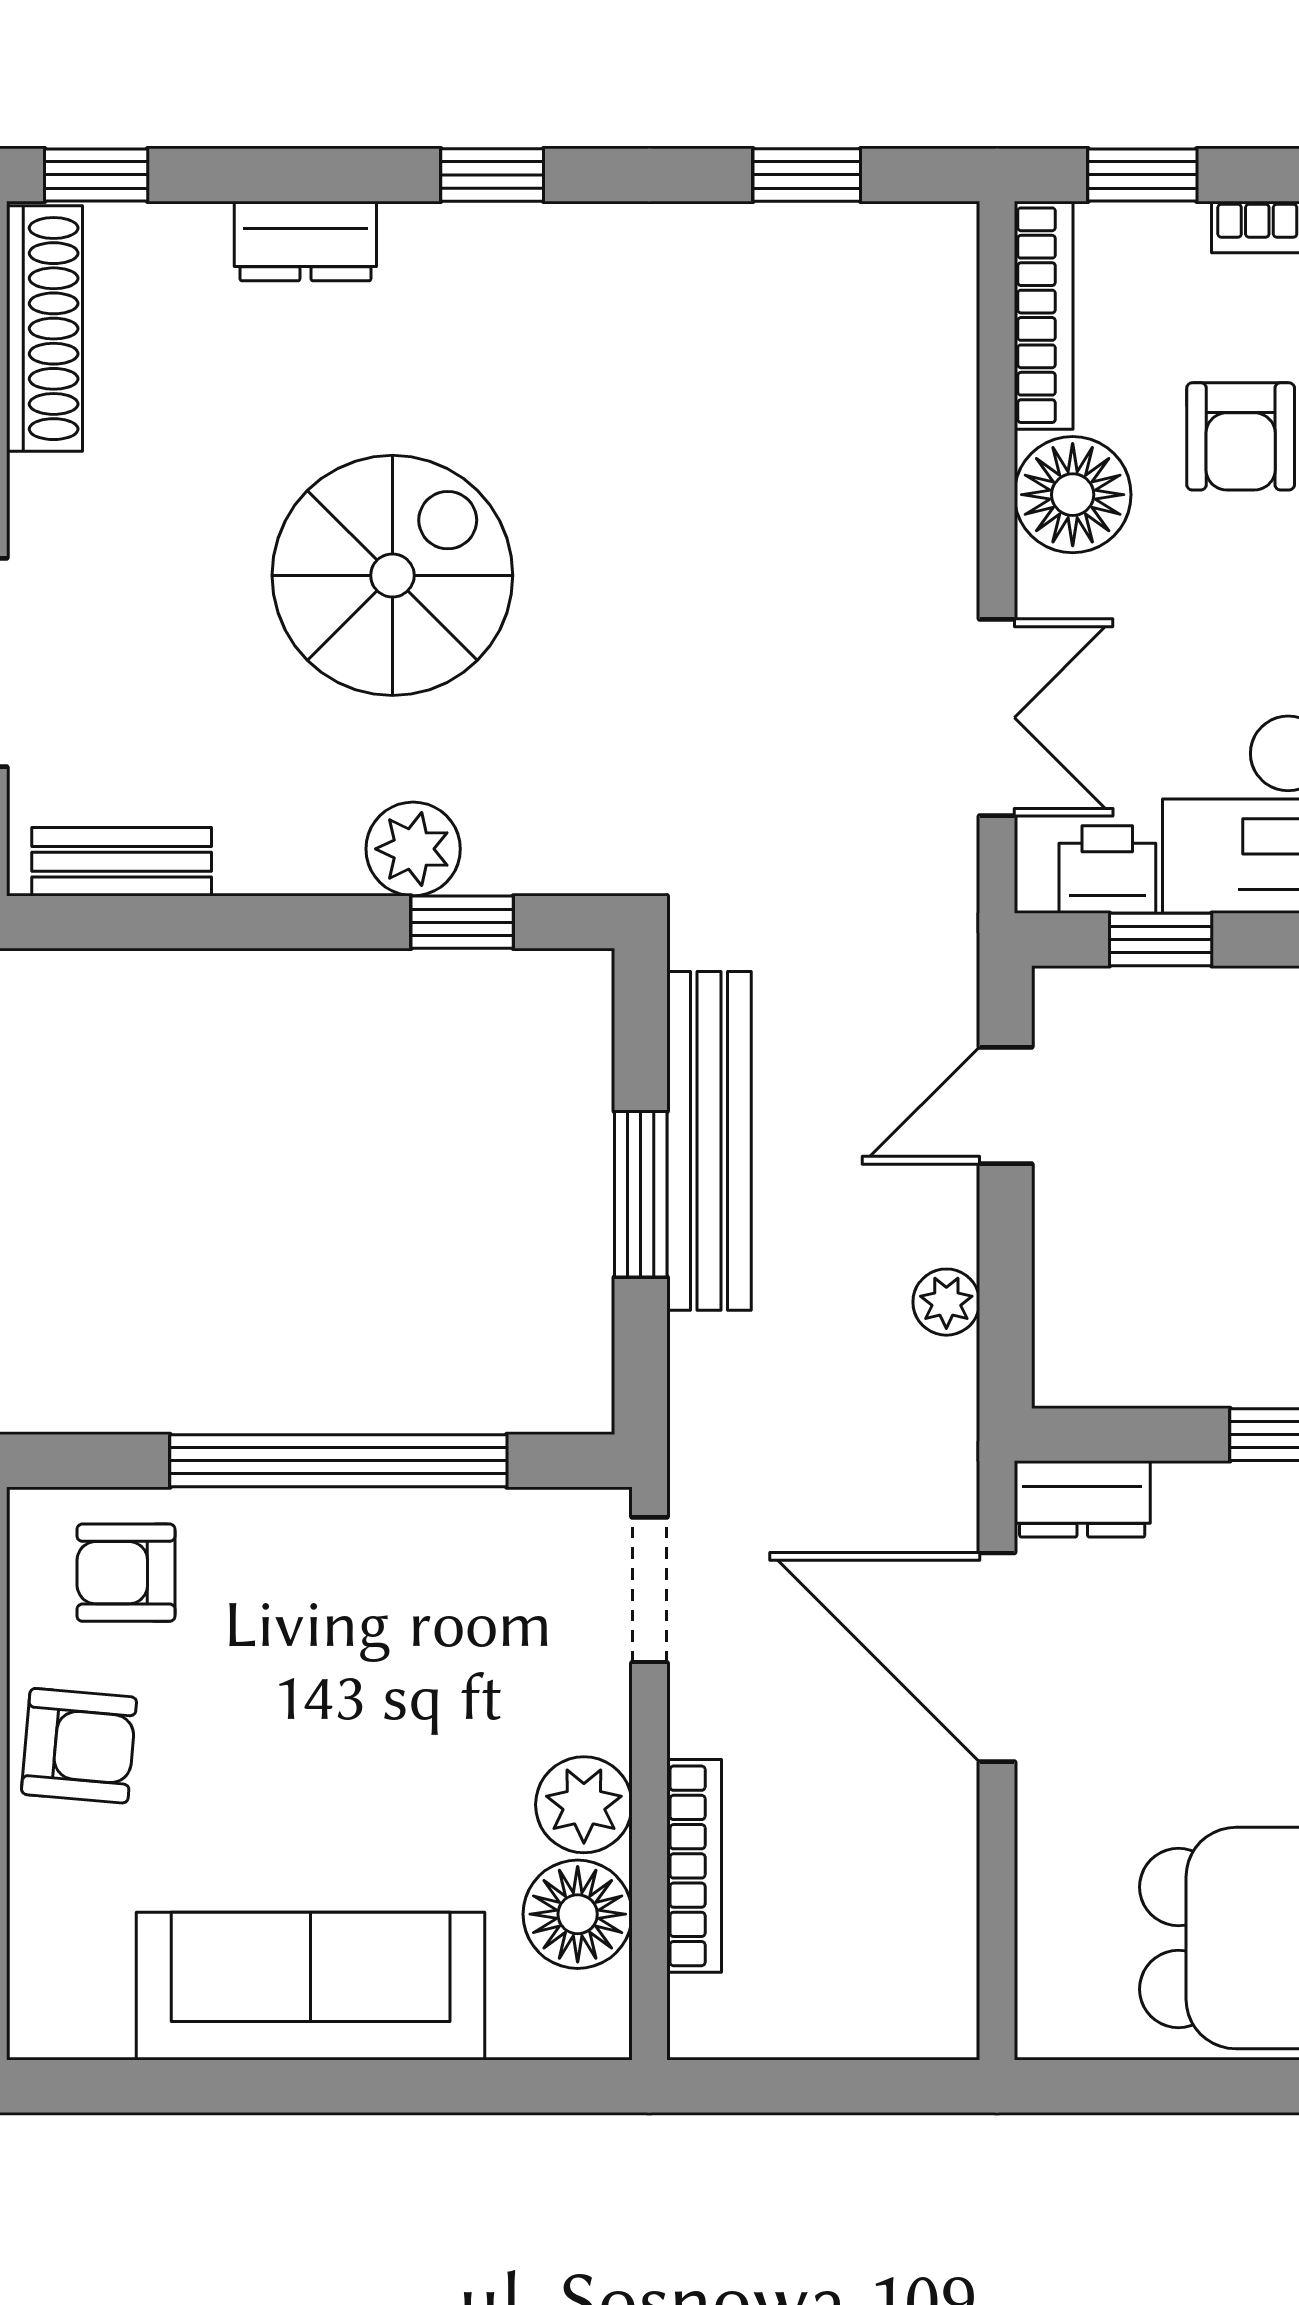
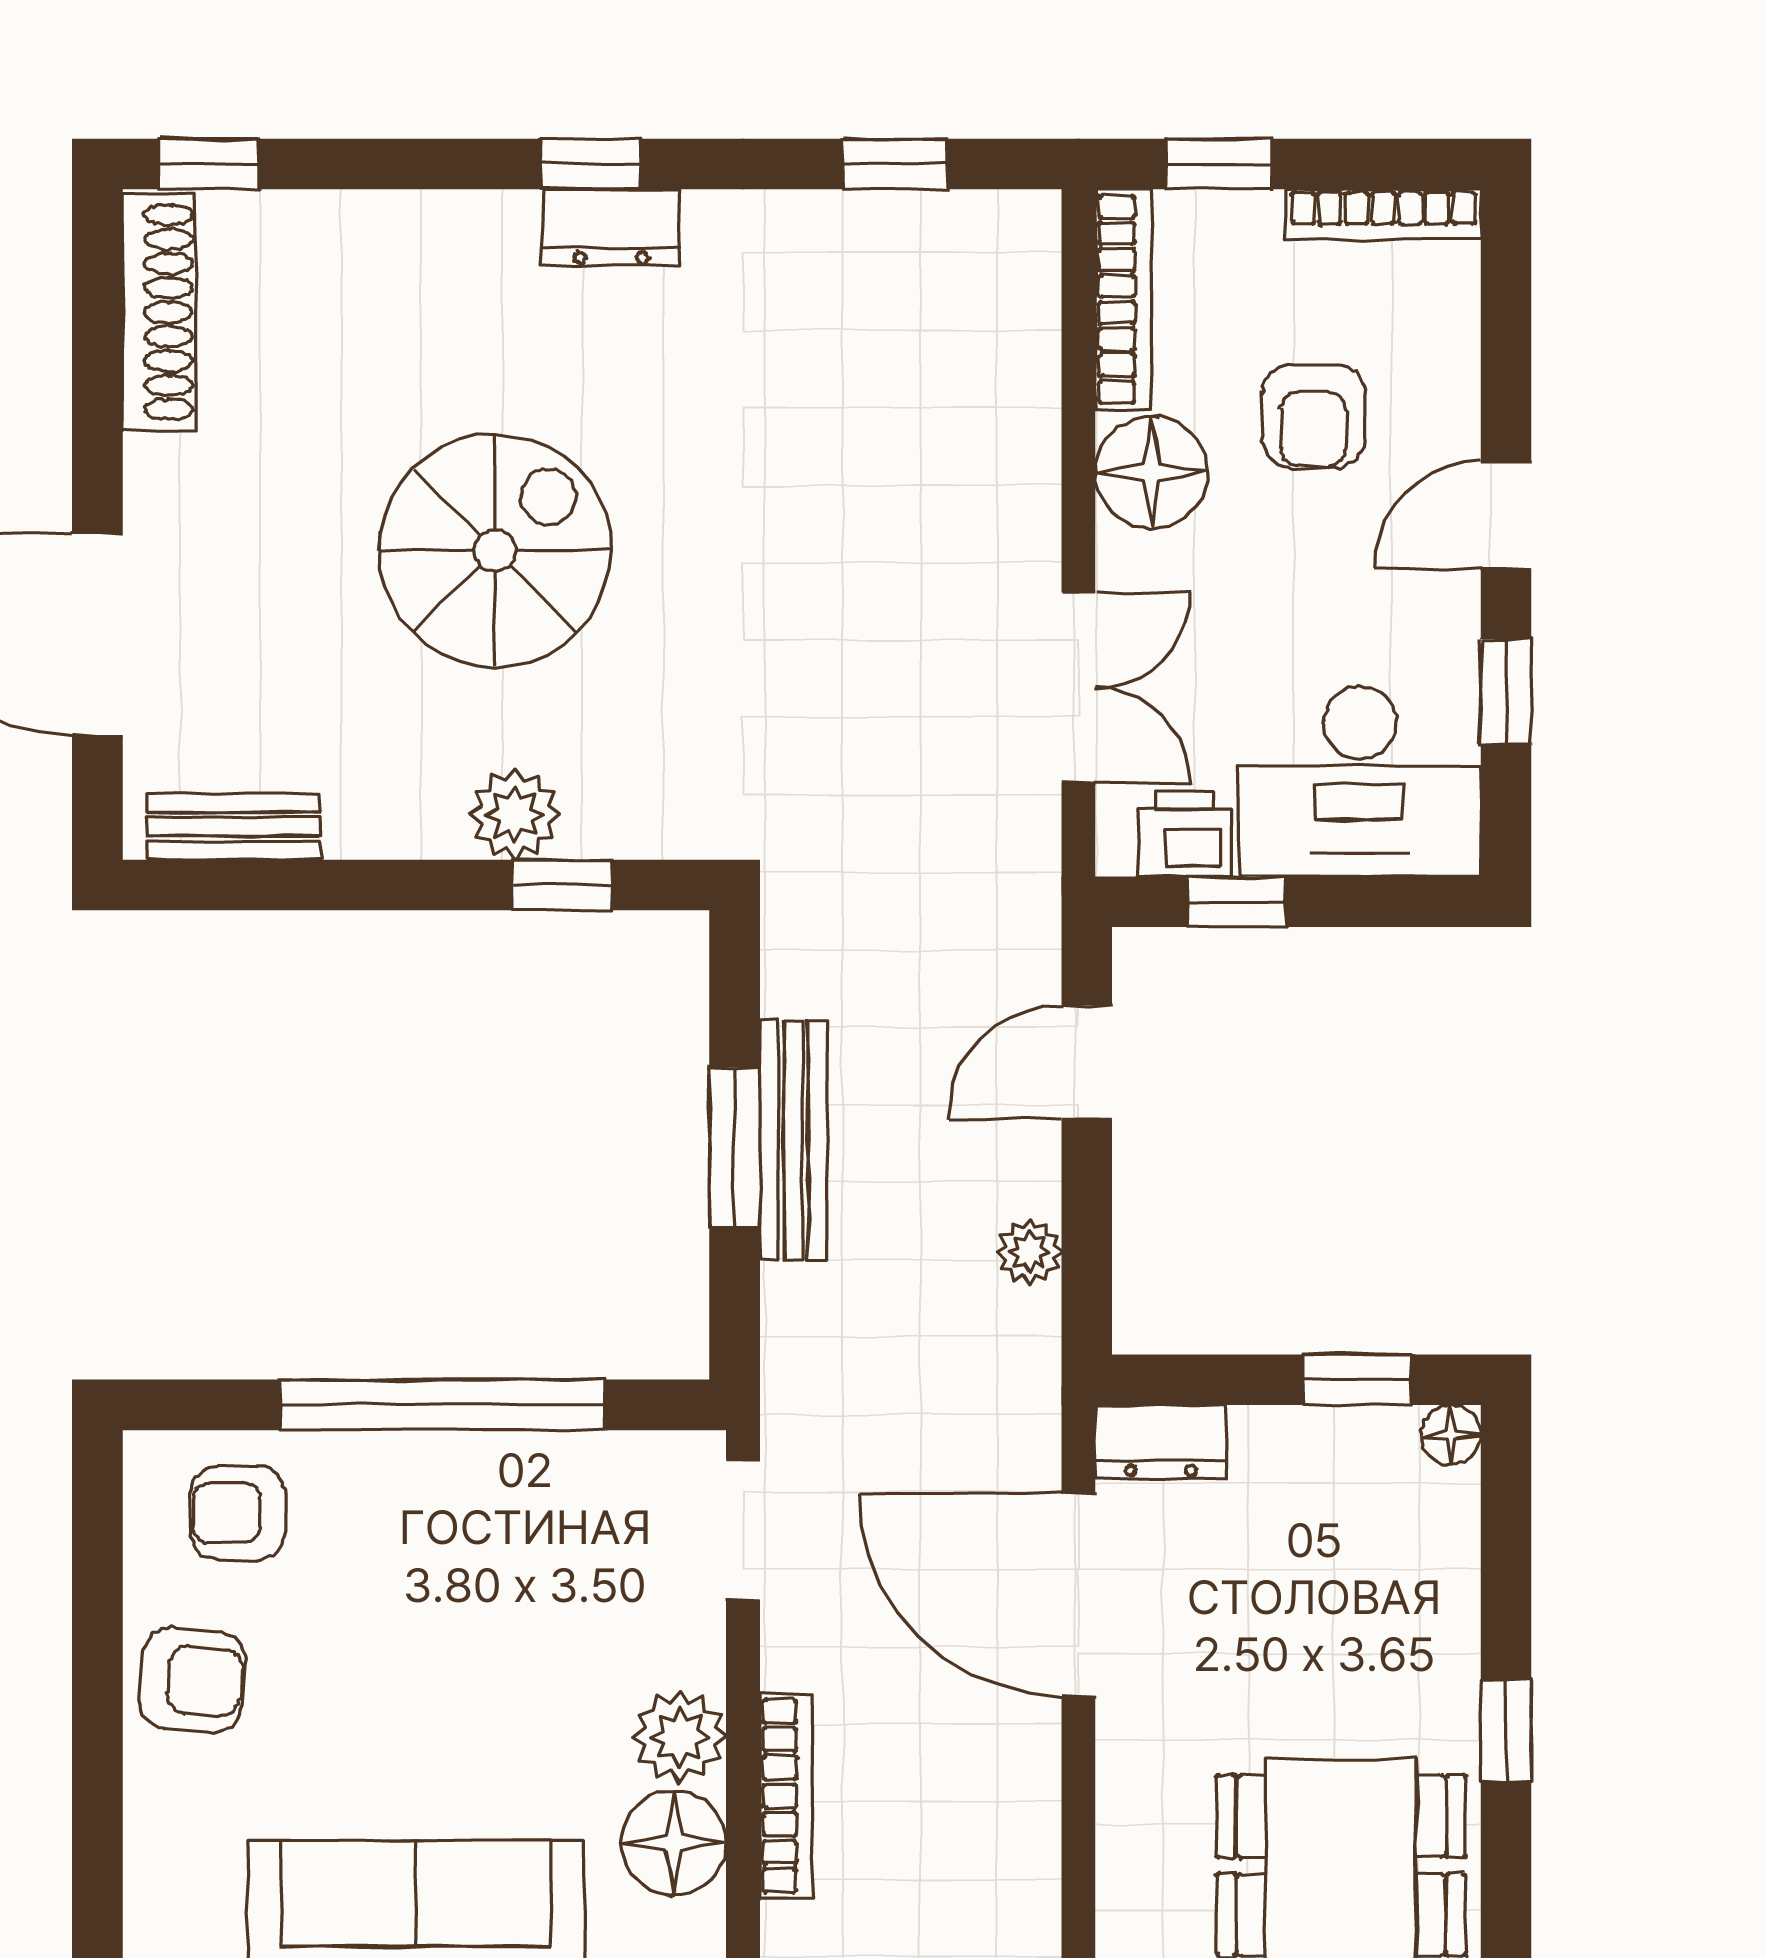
dresser: (305, 241) -> (611, 228), moved
bench: (709, 1141) -> (793, 1140), width x0.73, depth x0.82

